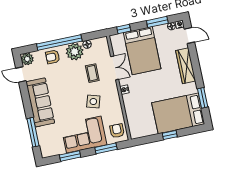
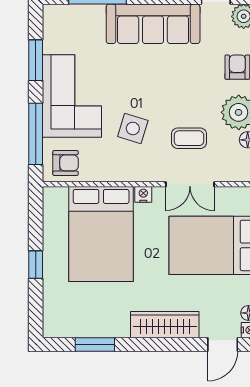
bed: (178, 113) -> (101, 234), moved, turned 180
window: (106, 148) -> (36, 134), width x1.44

